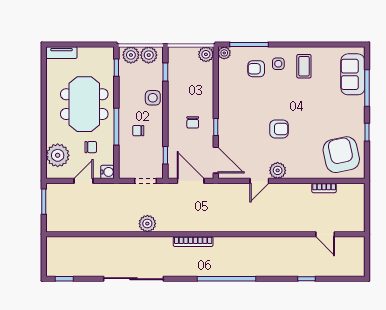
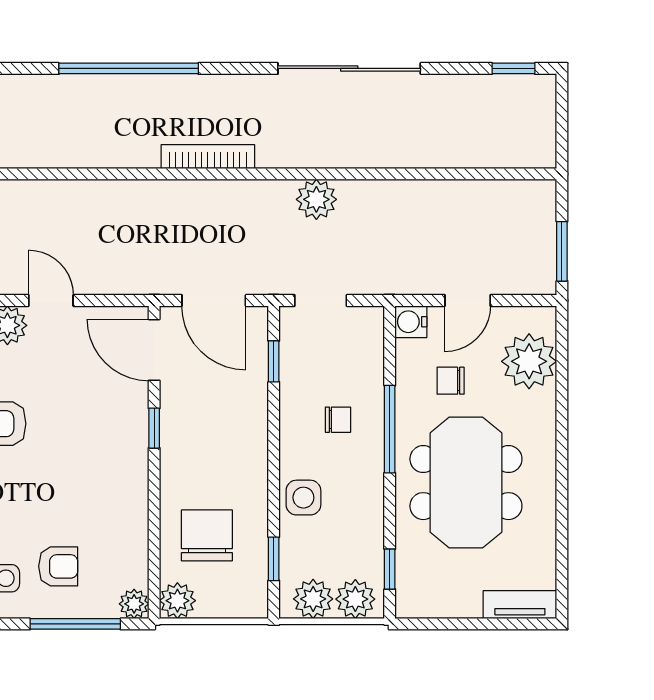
chair: (193, 122) -> (207, 535), moved, width x1.87, depth x1.87
door: (259, 181) -> (51, 301), hinge flipped

